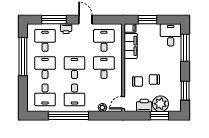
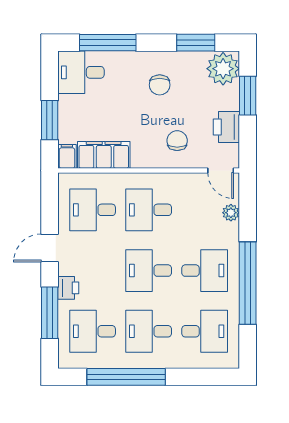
chair: (154, 79) -> (160, 85), moved
plant: (160, 104) -> (223, 69), moved

